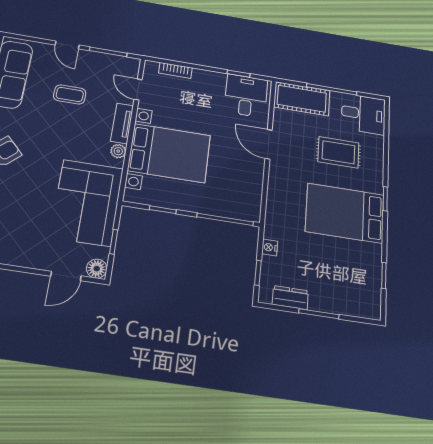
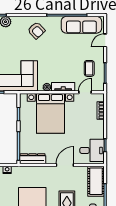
door: (67, 45) -> (105, 40), moved
coffee table: (70, 94) -> (89, 68), moved
dresser: (252, 198) -> (33, 159), added

